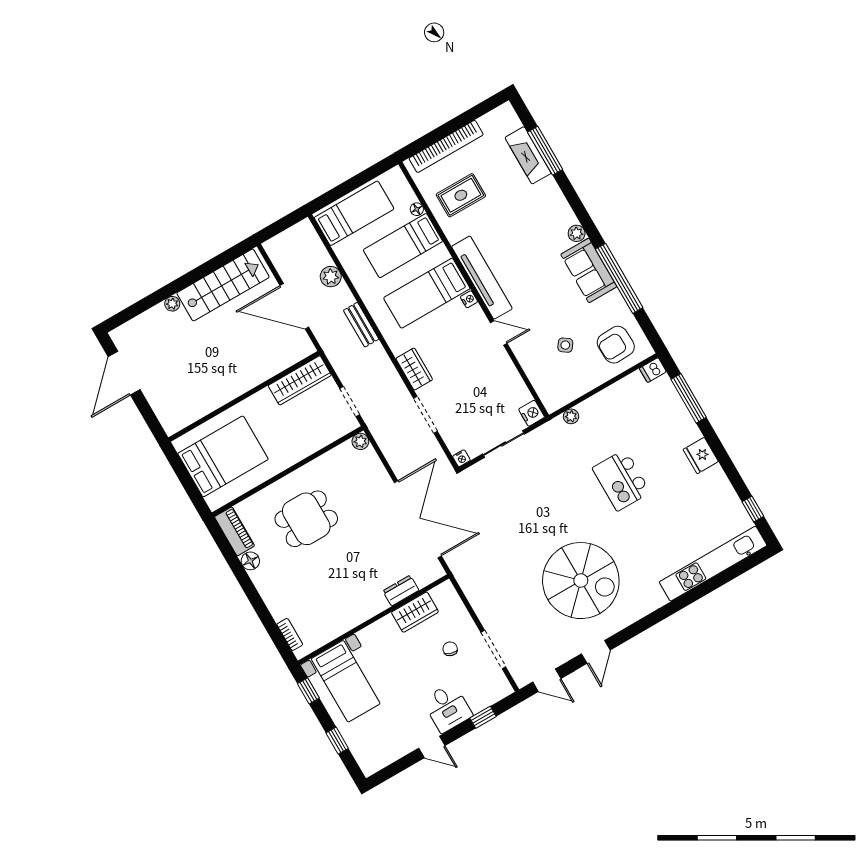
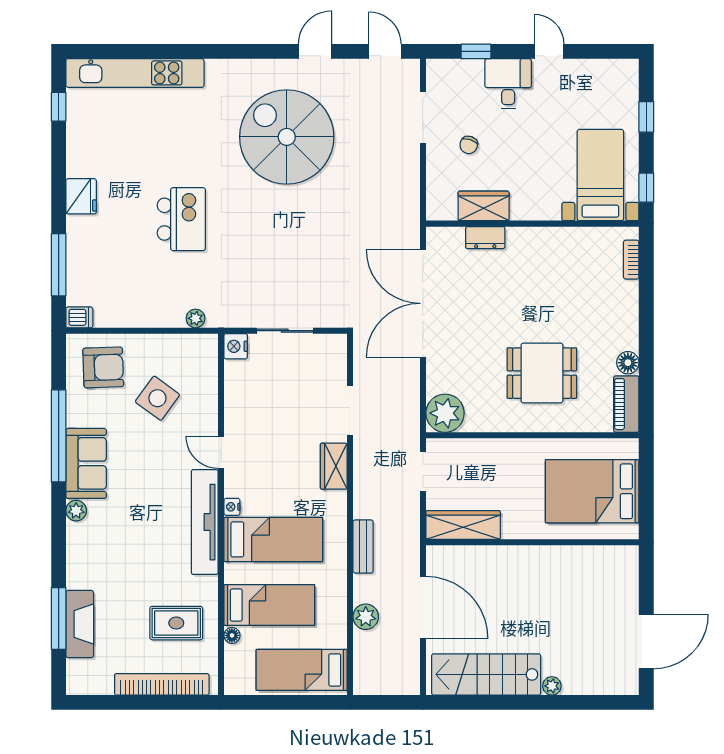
side table: (565, 345) -> (157, 398), width x1.87, depth x1.87
plant: (360, 441) -> (445, 413), width x1.88, depth x1.88
nightstand: (461, 458) -> (339, 342), removed

